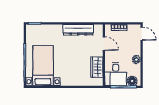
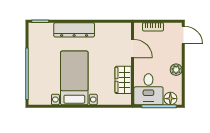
dresser: (78, 30) -> (74, 30), moved
bed with nightstands: (43, 66) -> (74, 78), moved

